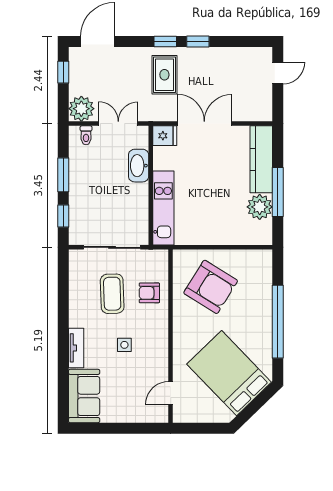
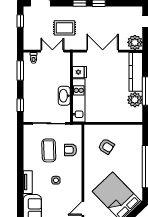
rug: (164, 75) -> (64, 28), moved, turned 90
plant: (81, 109) -> (135, 42), moved
fridge: (165, 136) -> (79, 72), moved
washbasin: (139, 166) -> (64, 96), moved
window: (63, 175) -> (20, 71), moved
armchair: (211, 287) -> (106, 146), width x0.53, depth x0.53

